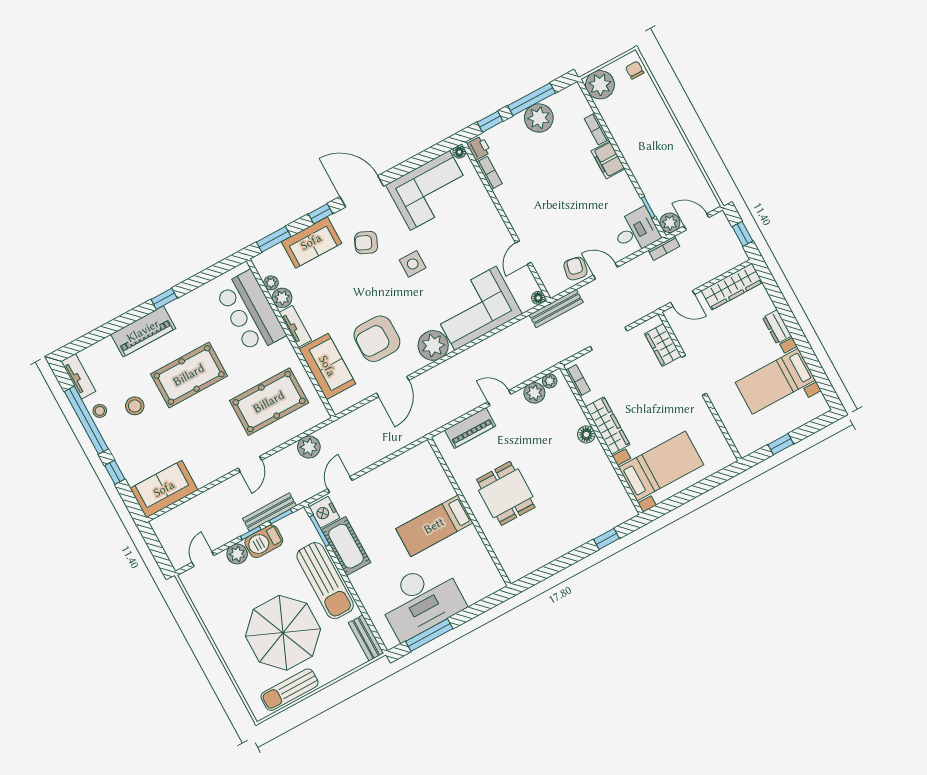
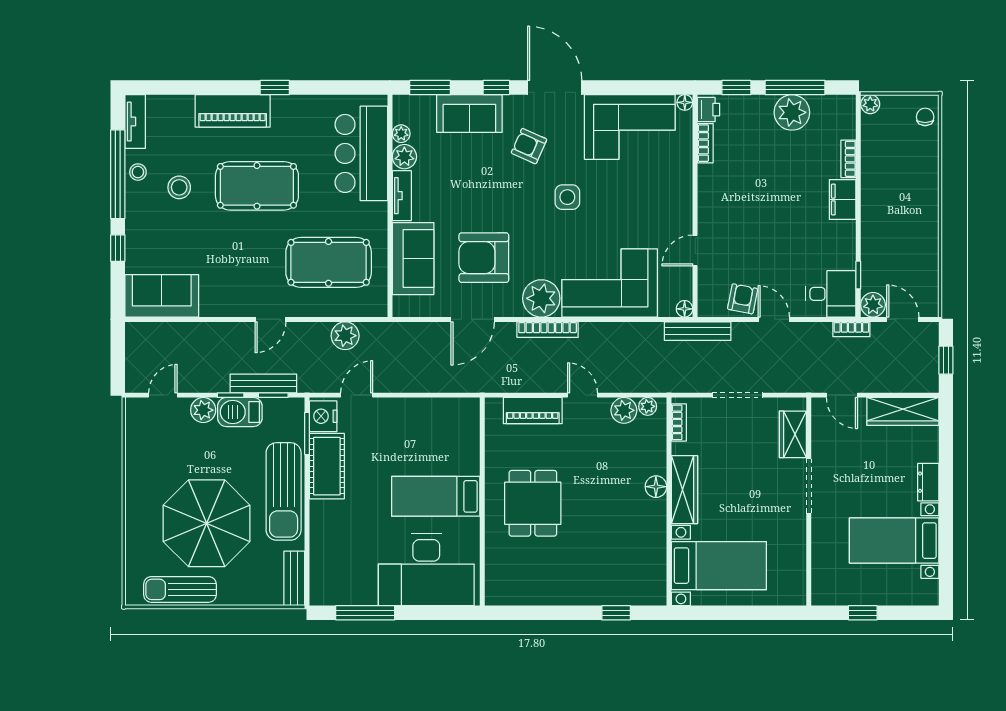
plant: (600, 85) -> (870, 104), width x0.53, depth x0.53
bookcase: (450, 365) -> (548, 330), added
desk: (421, 600) -> (426, 570), moved

